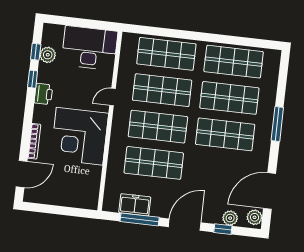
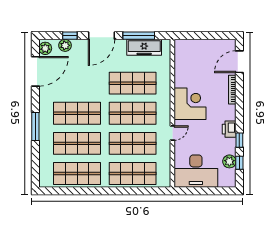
corner desk: (80, 136) -> (190, 104), width x0.74, depth x0.74
freezer: (135, 205) -> (144, 47), width x1.40

